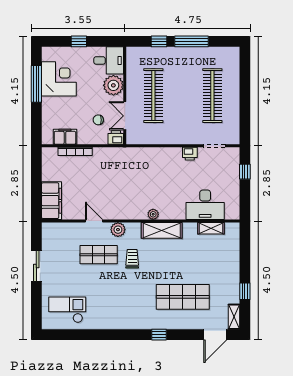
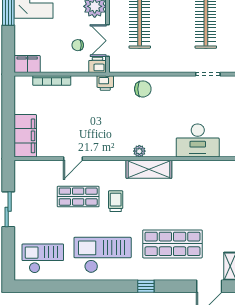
filing cabinet: (65, 137) -> (27, 64), moved
printer: (190, 154) -> (105, 83), moved
chair: (156, 159) -> (143, 89), added
door: (94, 221) -> (73, 159), swing flipped
shelving: (211, 228) -> (204, 167), removed
plant: (118, 230) -> (100, 168), removed
checkout: (120, 307) -> (103, 255), added

